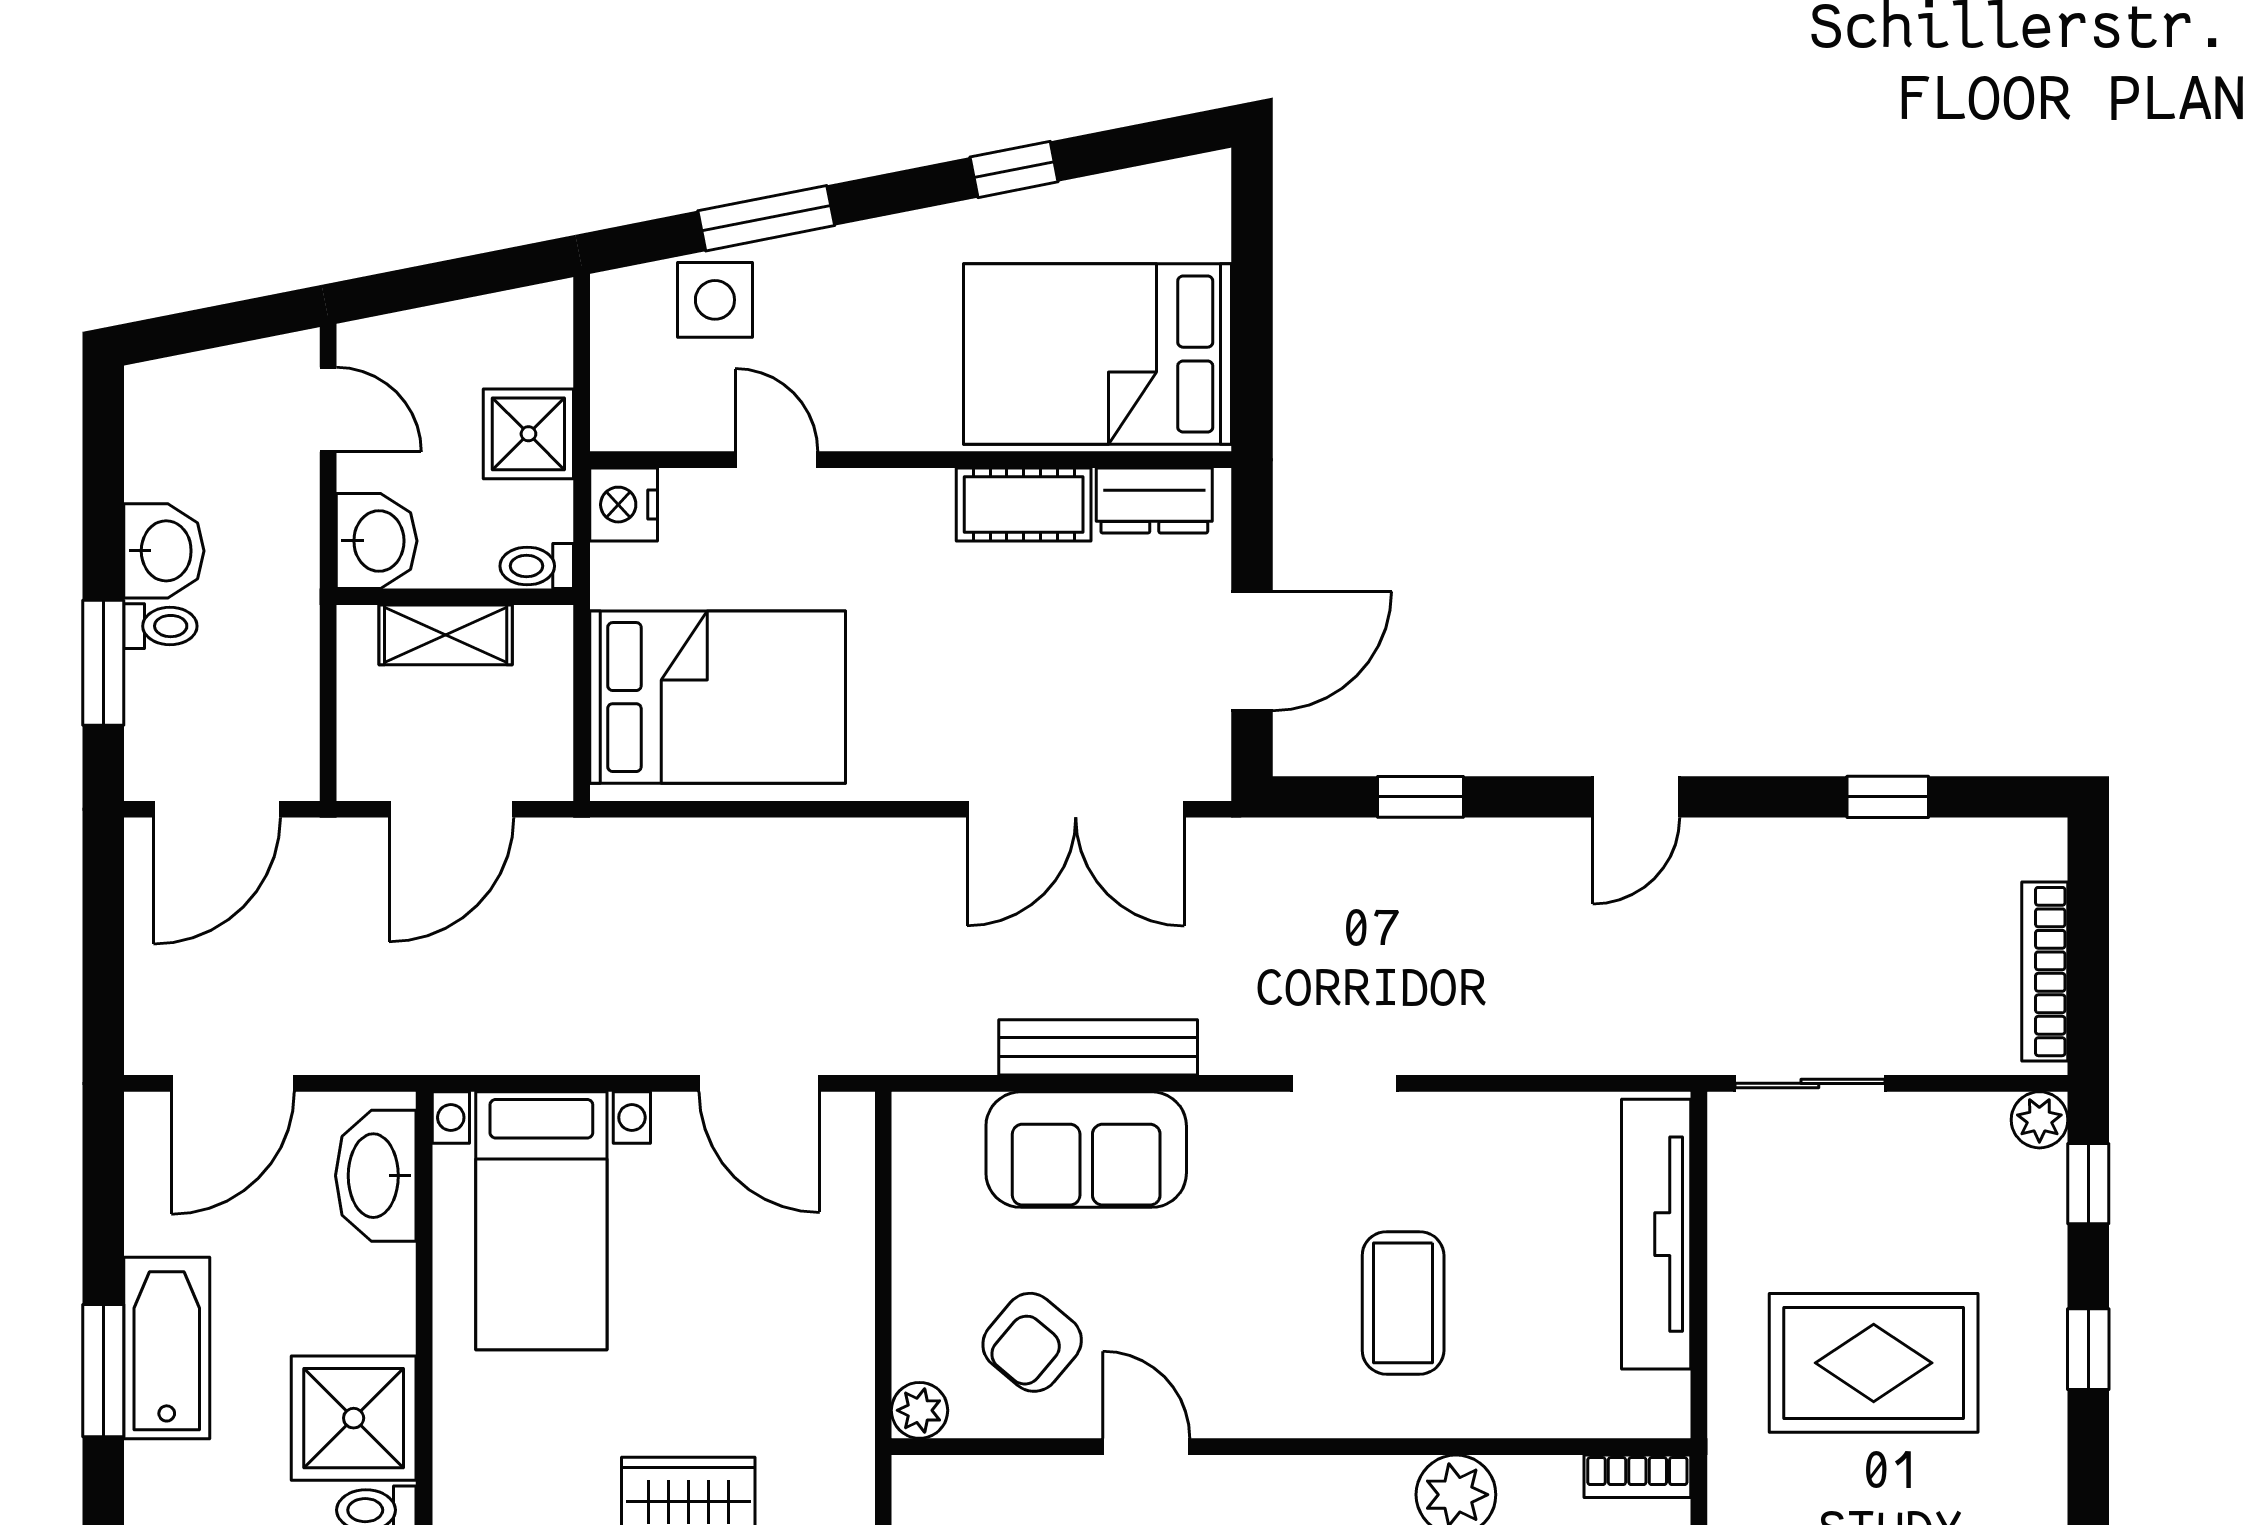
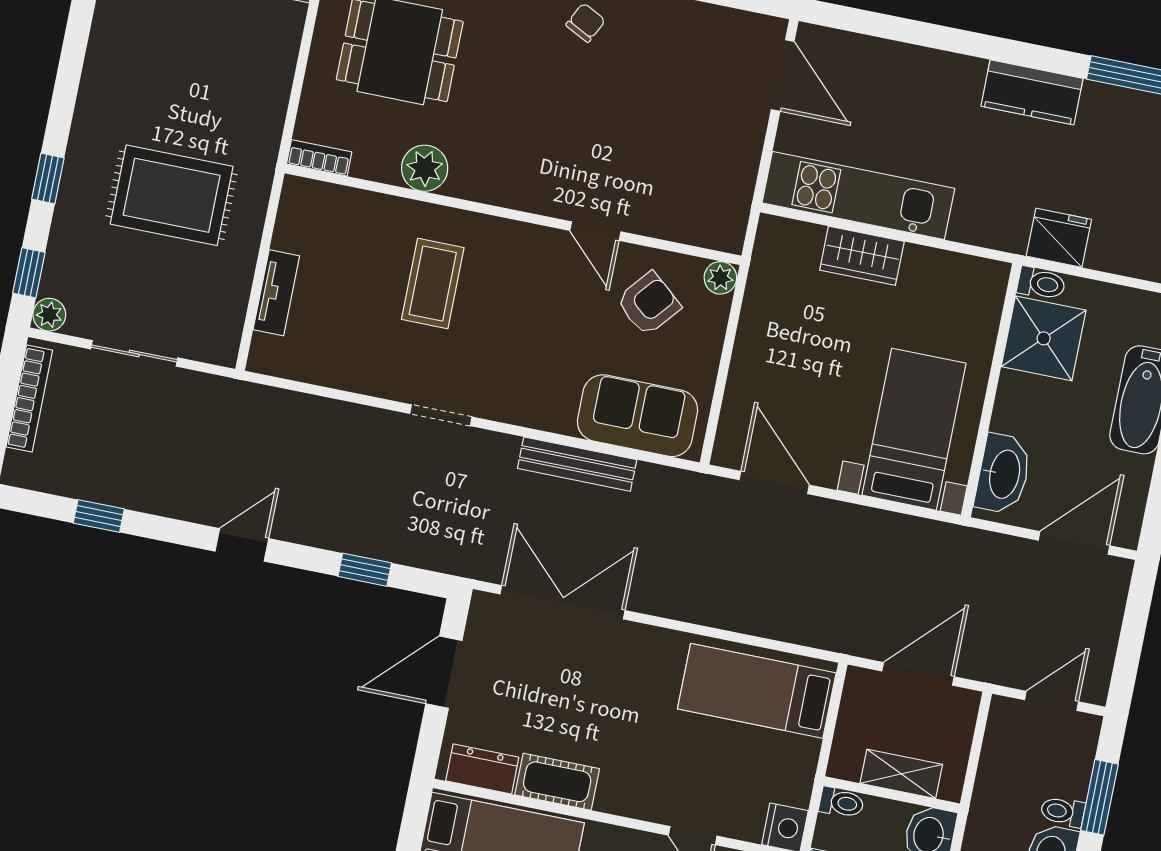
bed: (718, 697) -> (757, 691), width x0.67
door: (217, 809) -> (1052, 701), width x0.73
sliding door: (1810, 1083) -> (134, 353), moved
sofa: (1086, 1150) -> (638, 416), moved
tv unit: (1656, 1234) -> (276, 293), width x0.52, depth x0.78

